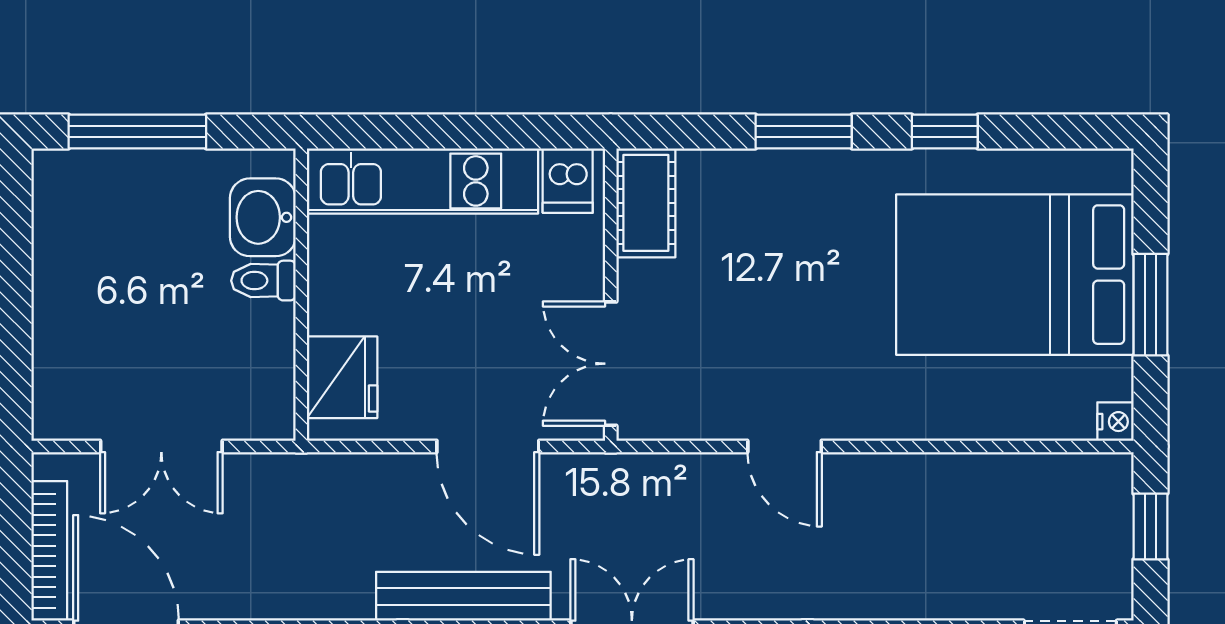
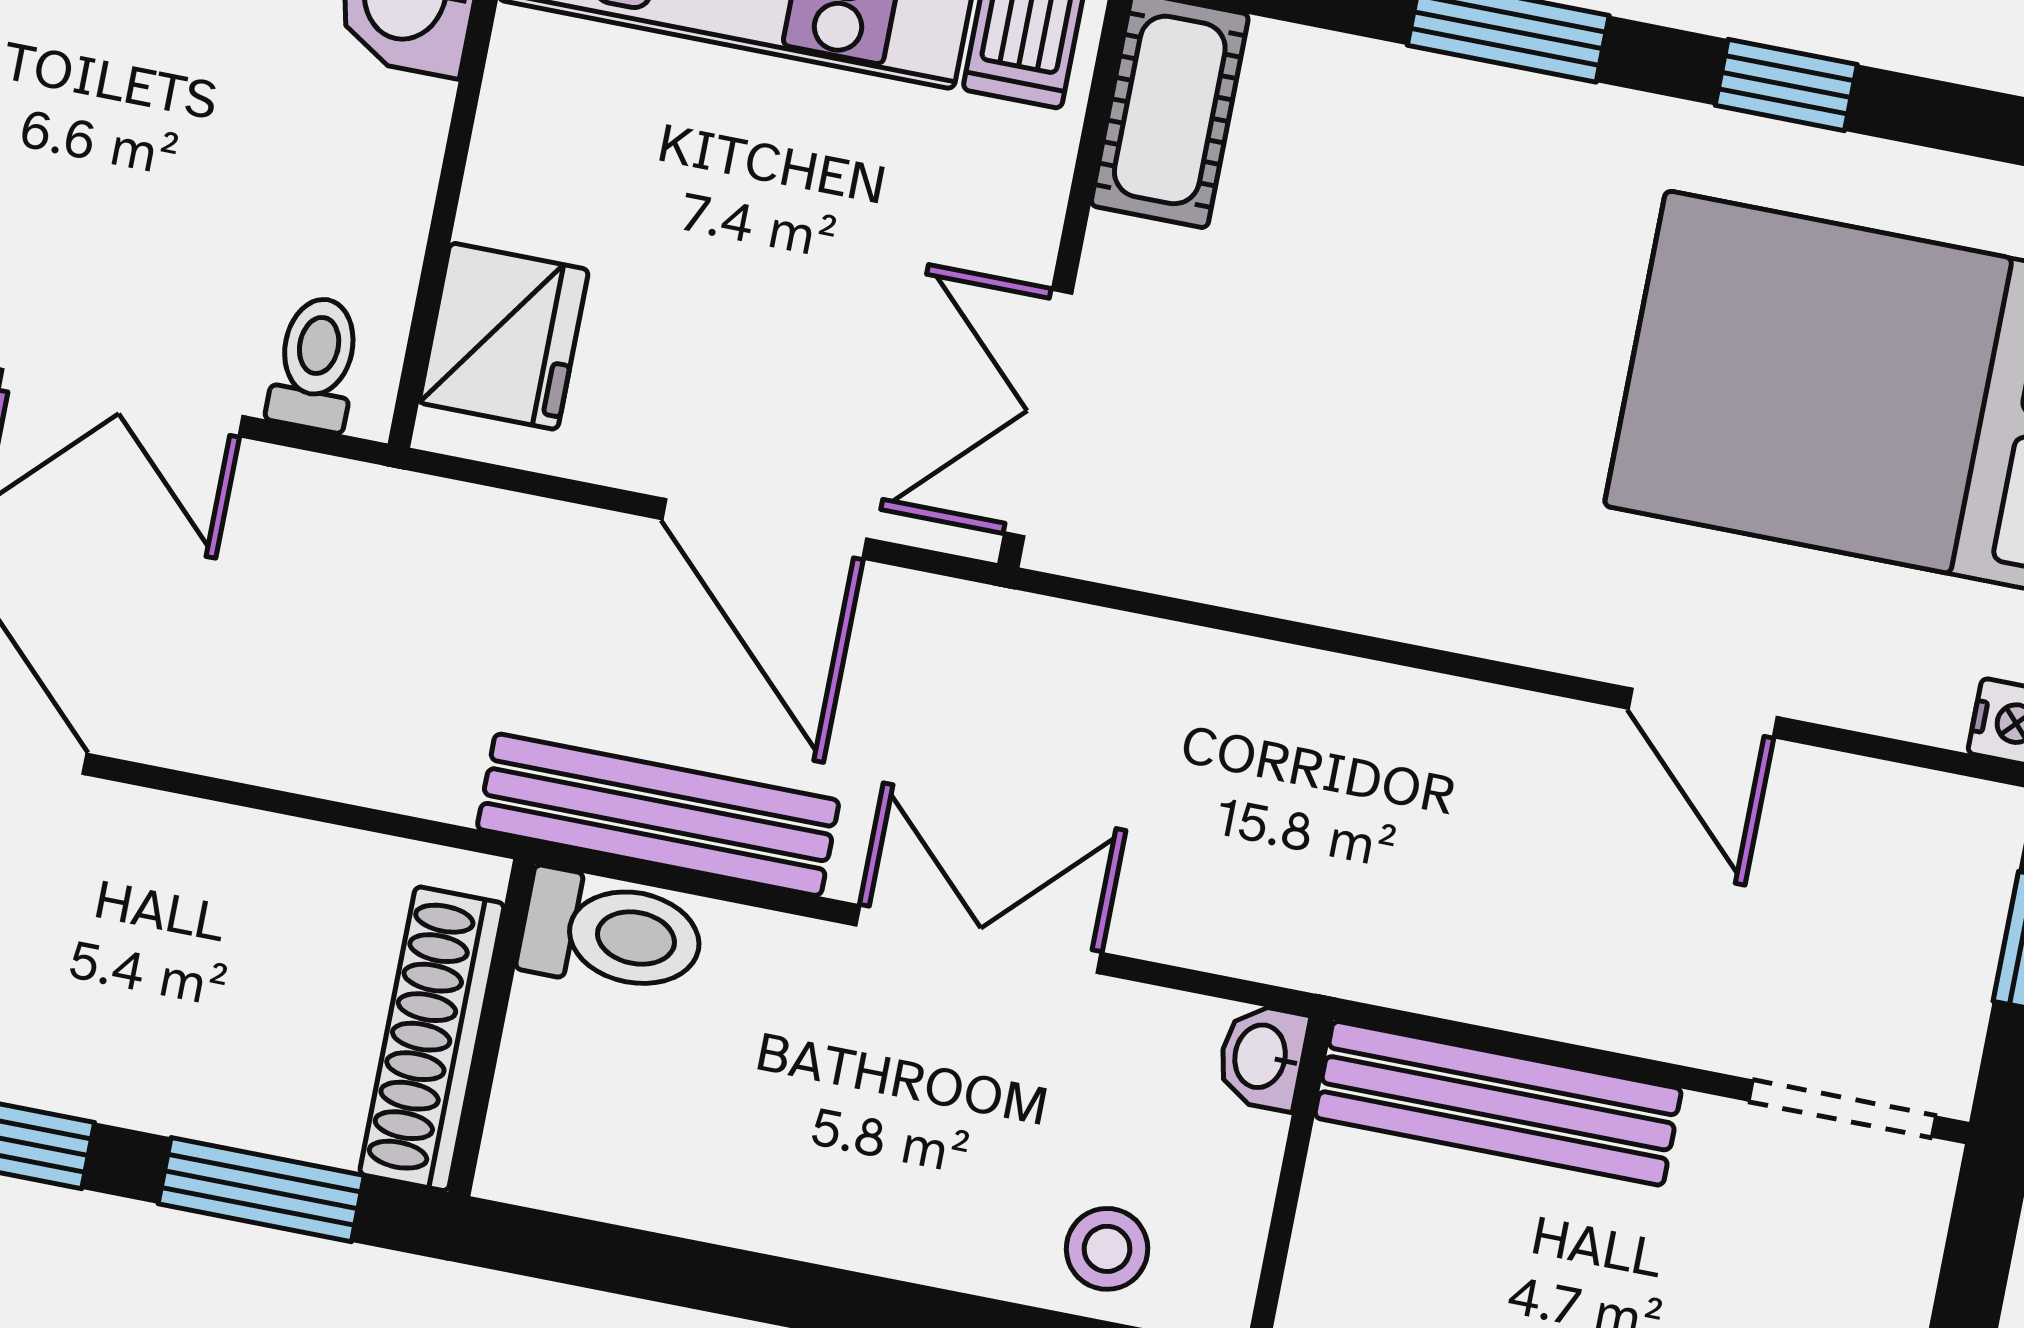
toilet: (263, 281) -> (316, 363), moved, turned 90
door: (785, 446) -> (1703, 713), moved

